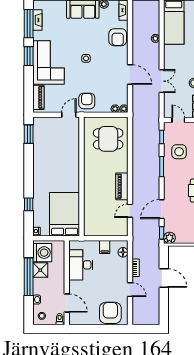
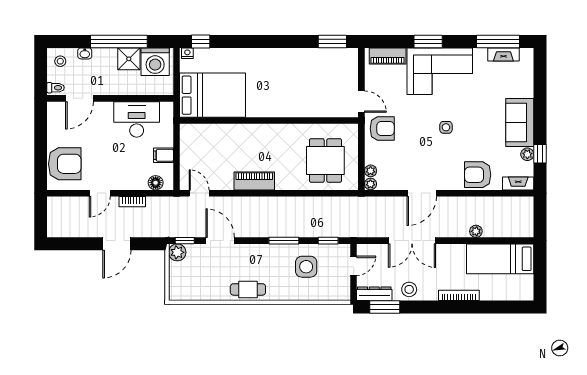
window: (29, 56) -> (428, 42), moved
double door: (162, 81) -> (412, 241), width x1.37
window: (29, 204) -> (201, 42), moved
door: (130, 211) -> (199, 193), moved

